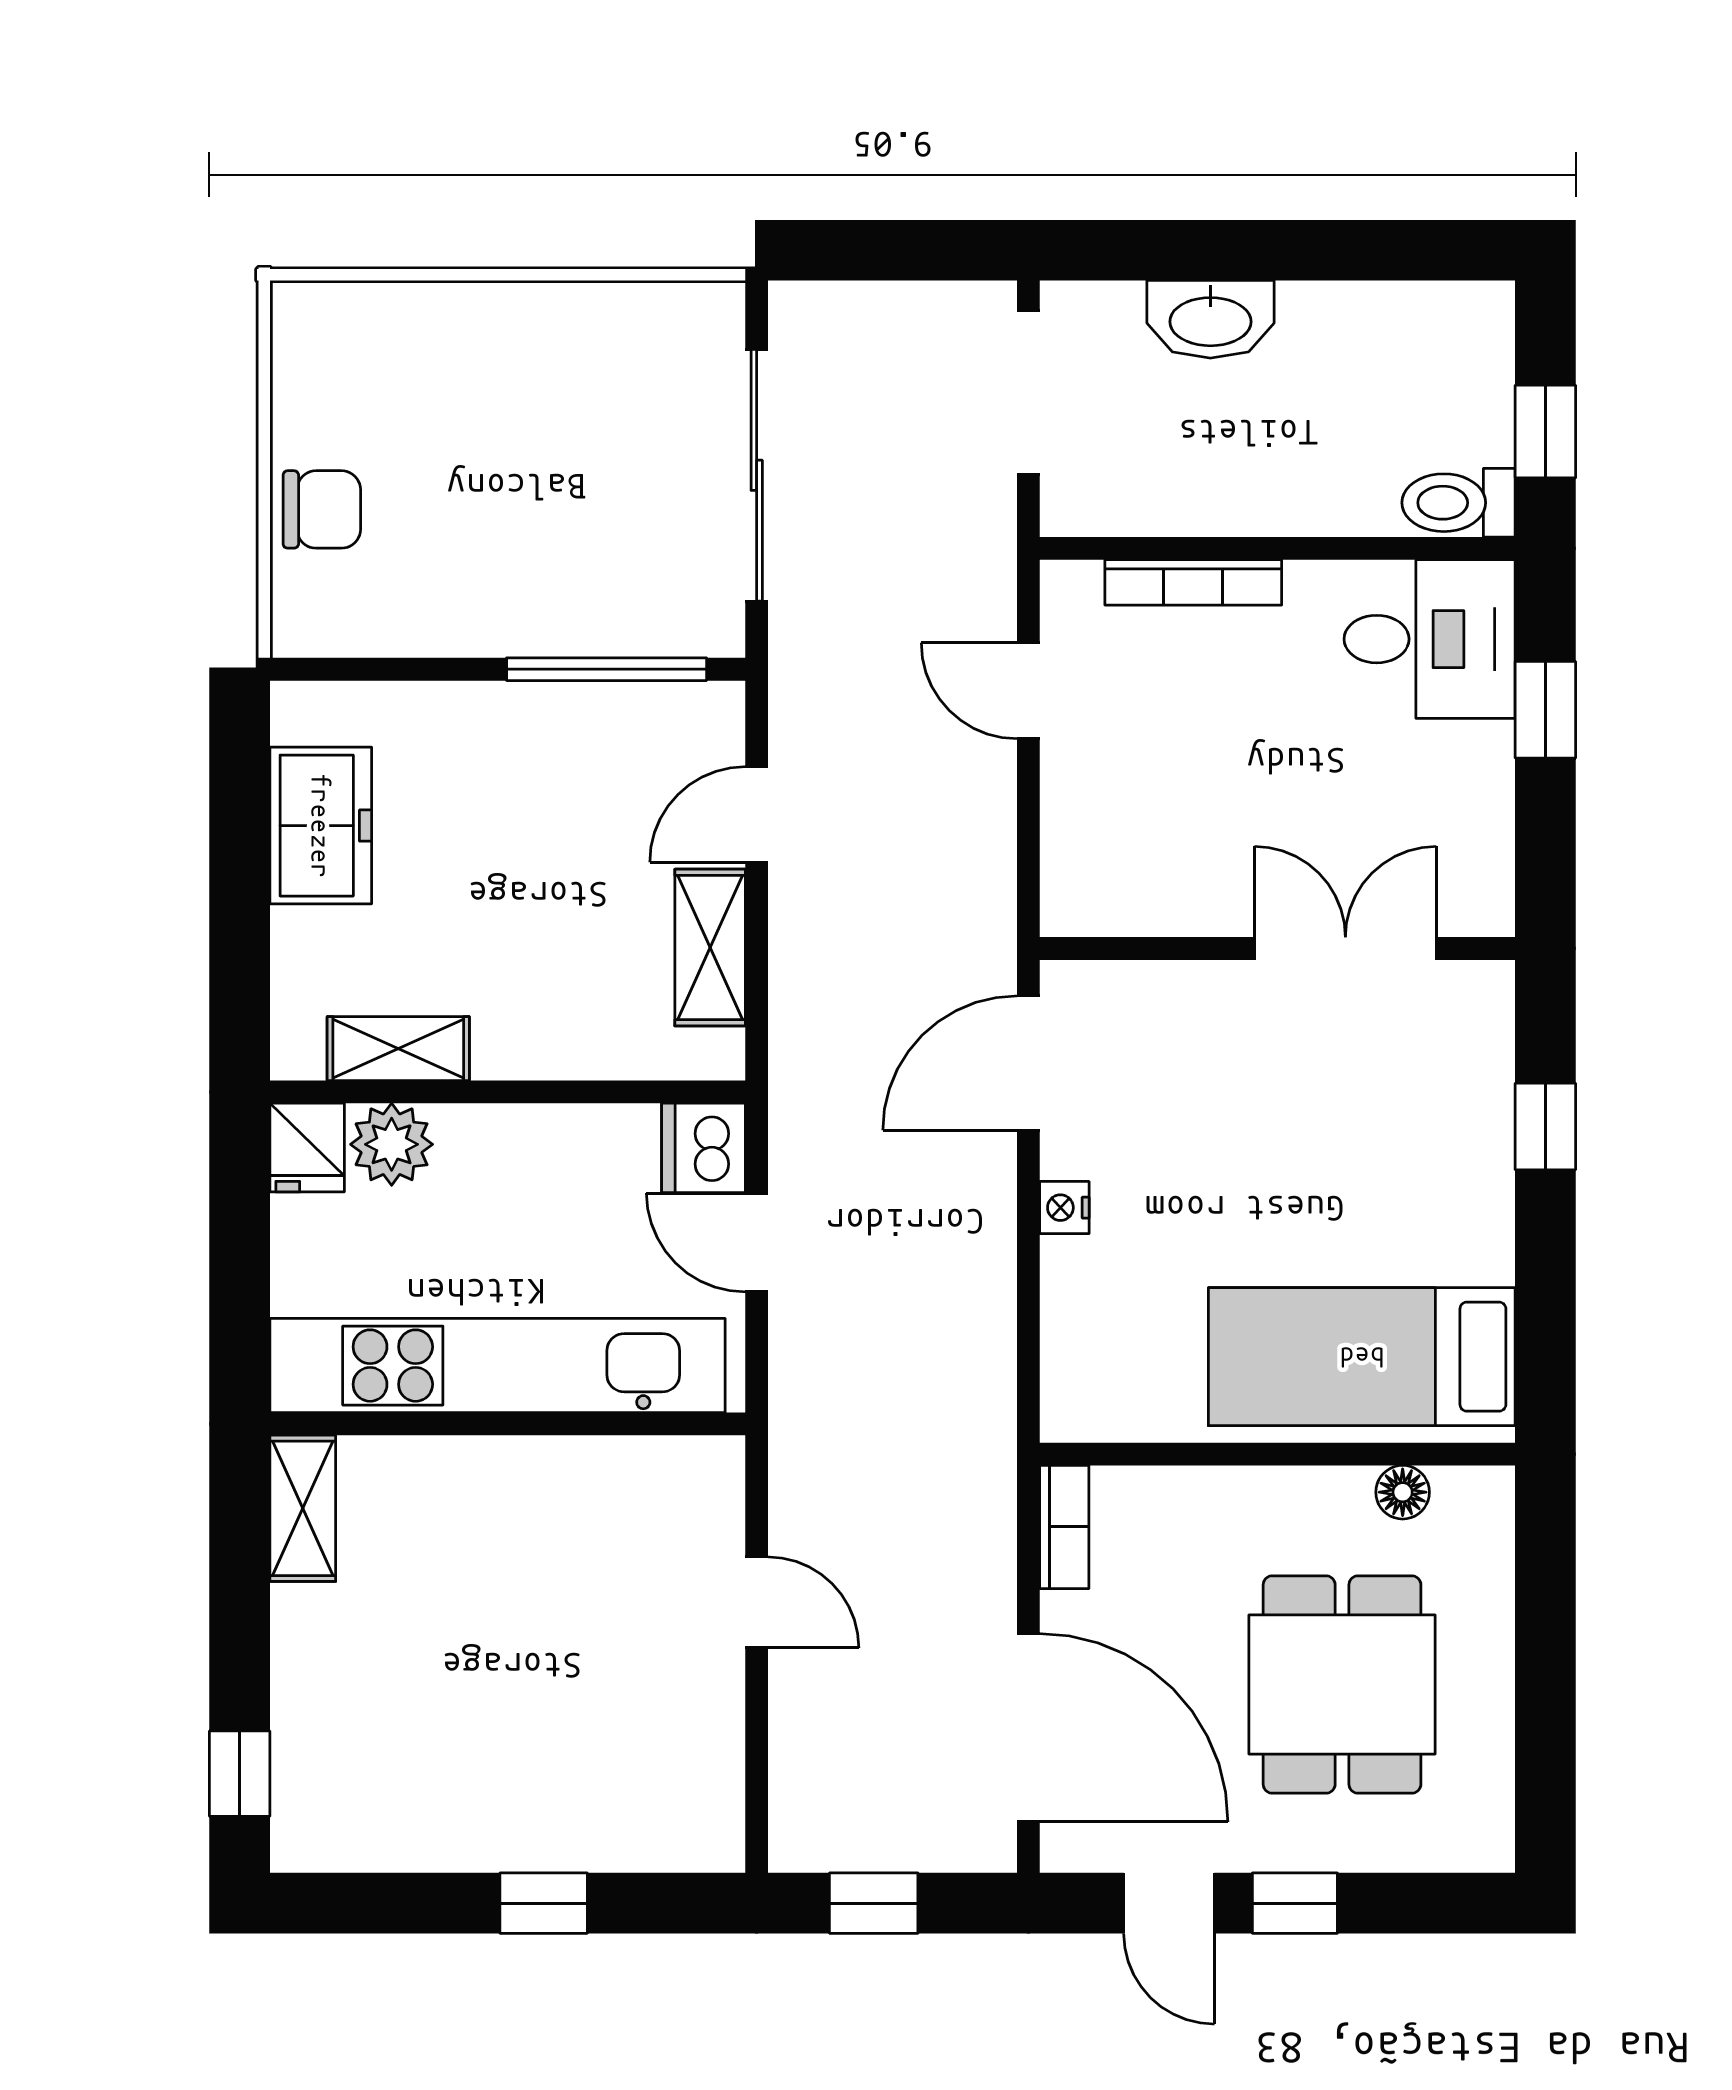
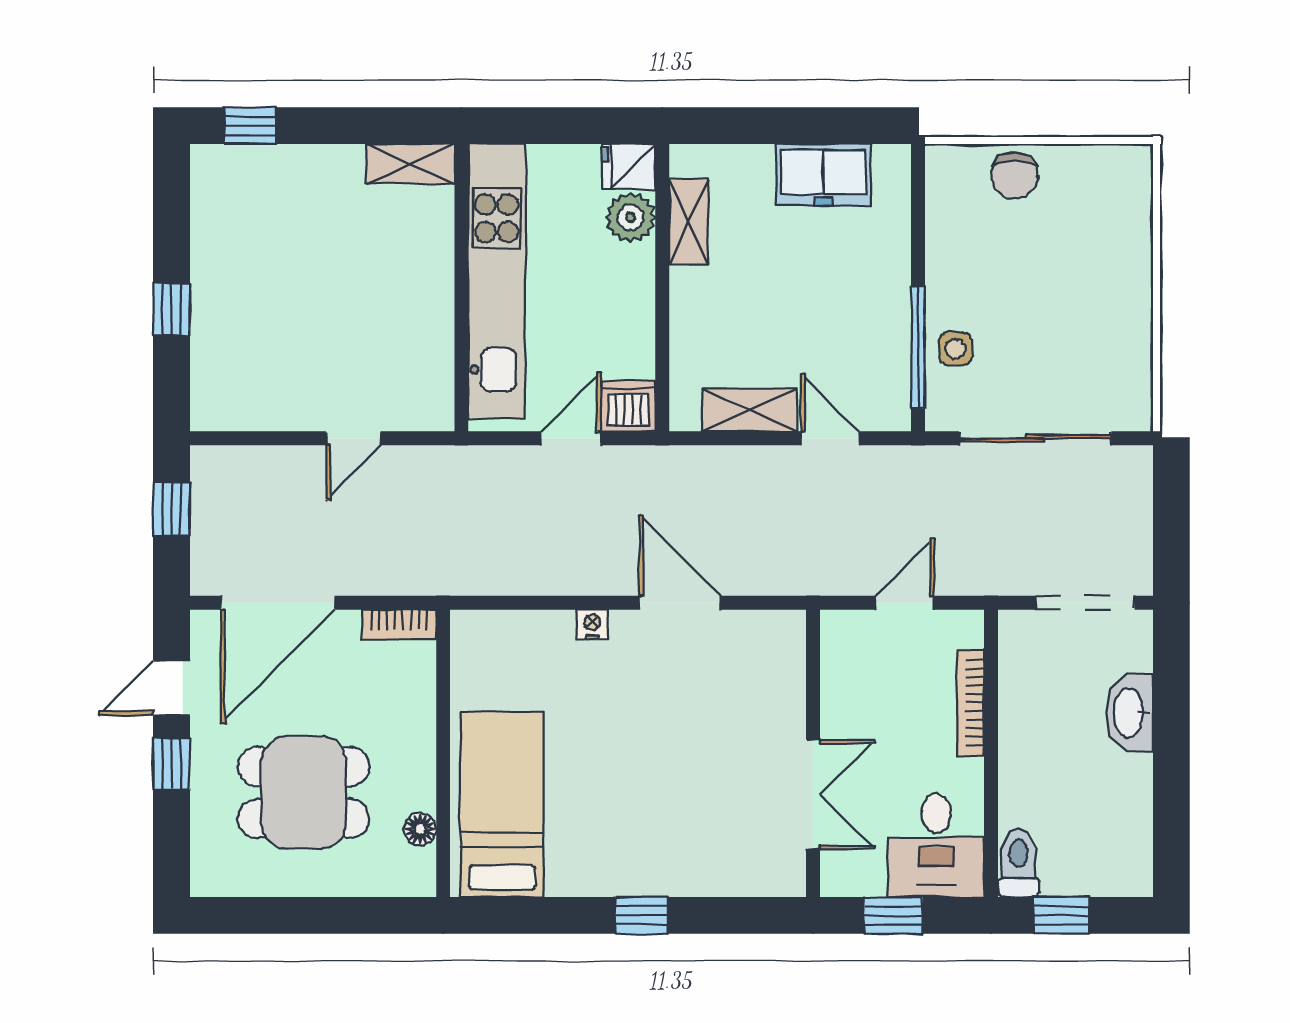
side table: (608, 607) -> (956, 349), added
wall: (1277, 948) -> (813, 753), moved
double door: (1345, 948) -> (813, 794), moved

